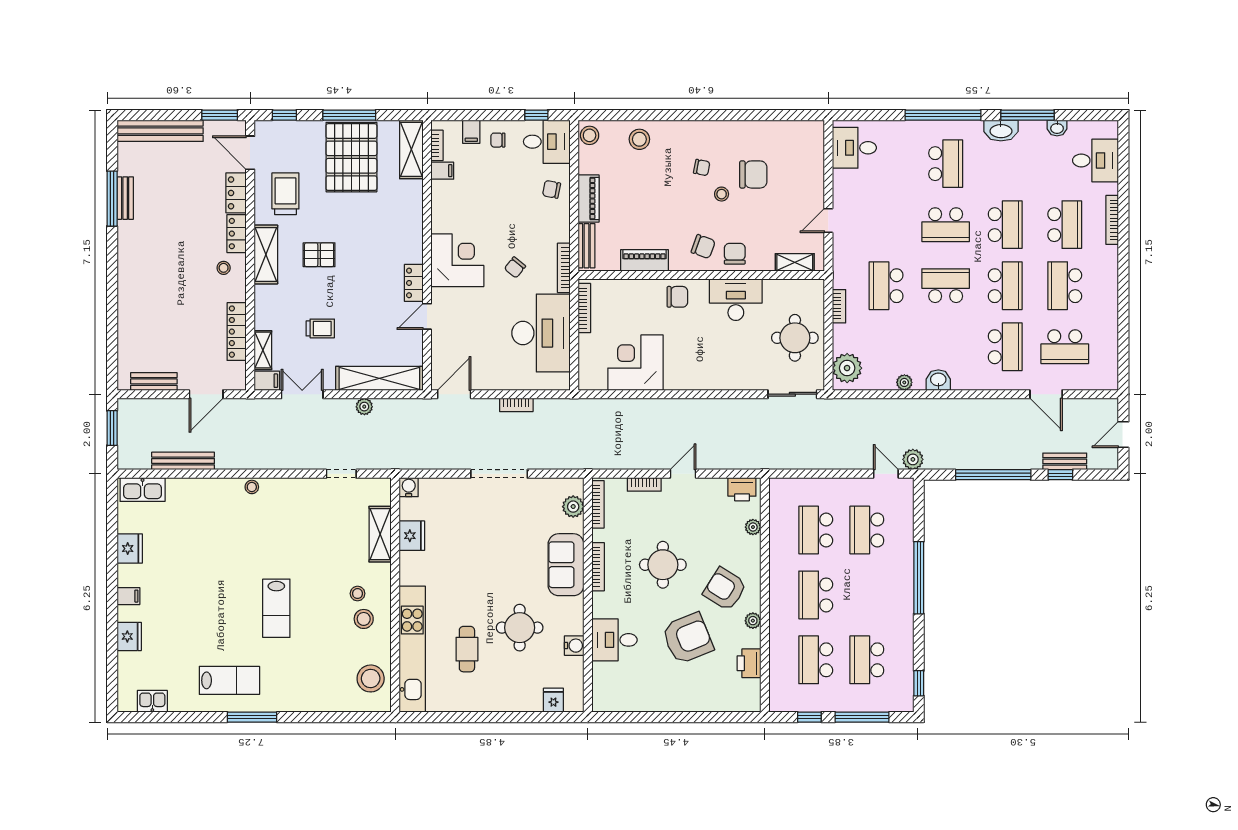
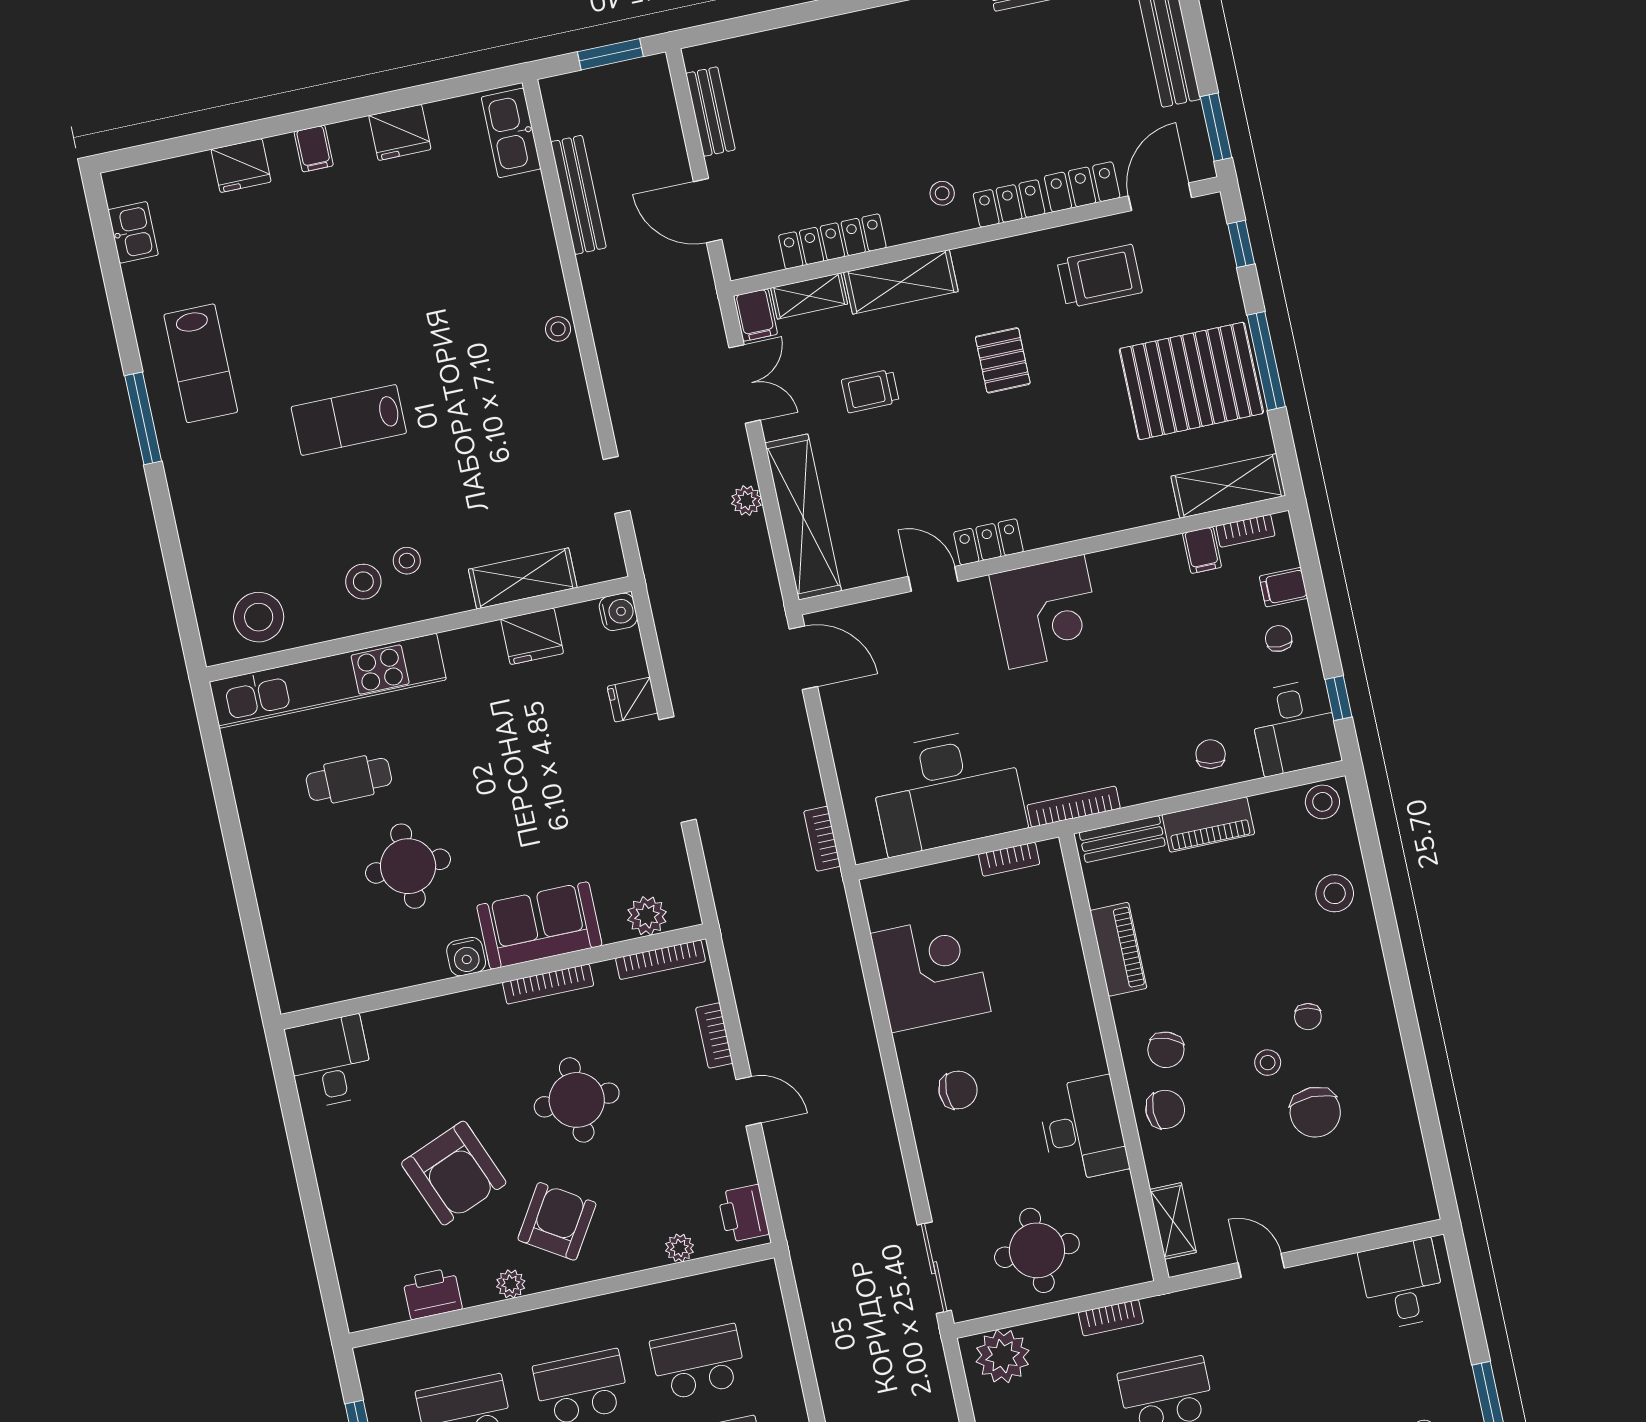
shelving: (266, 255) -> (901, 282), moved
chair: (515, 267) -> (1056, 718), removed
chair: (677, 297) -> (958, 1090), moved, turned -90
bookcase: (584, 308) -> (1009, 859), width x0.64
trolley: (320, 328) -> (870, 391), turned 90
bookcase: (516, 405) -> (822, 839), moved
desk: (615, 640) -> (330, 1062), moved
water cooler: (574, 646) -> (466, 957), moved
fridge: (553, 700) -> (632, 700), moved, turned 180

